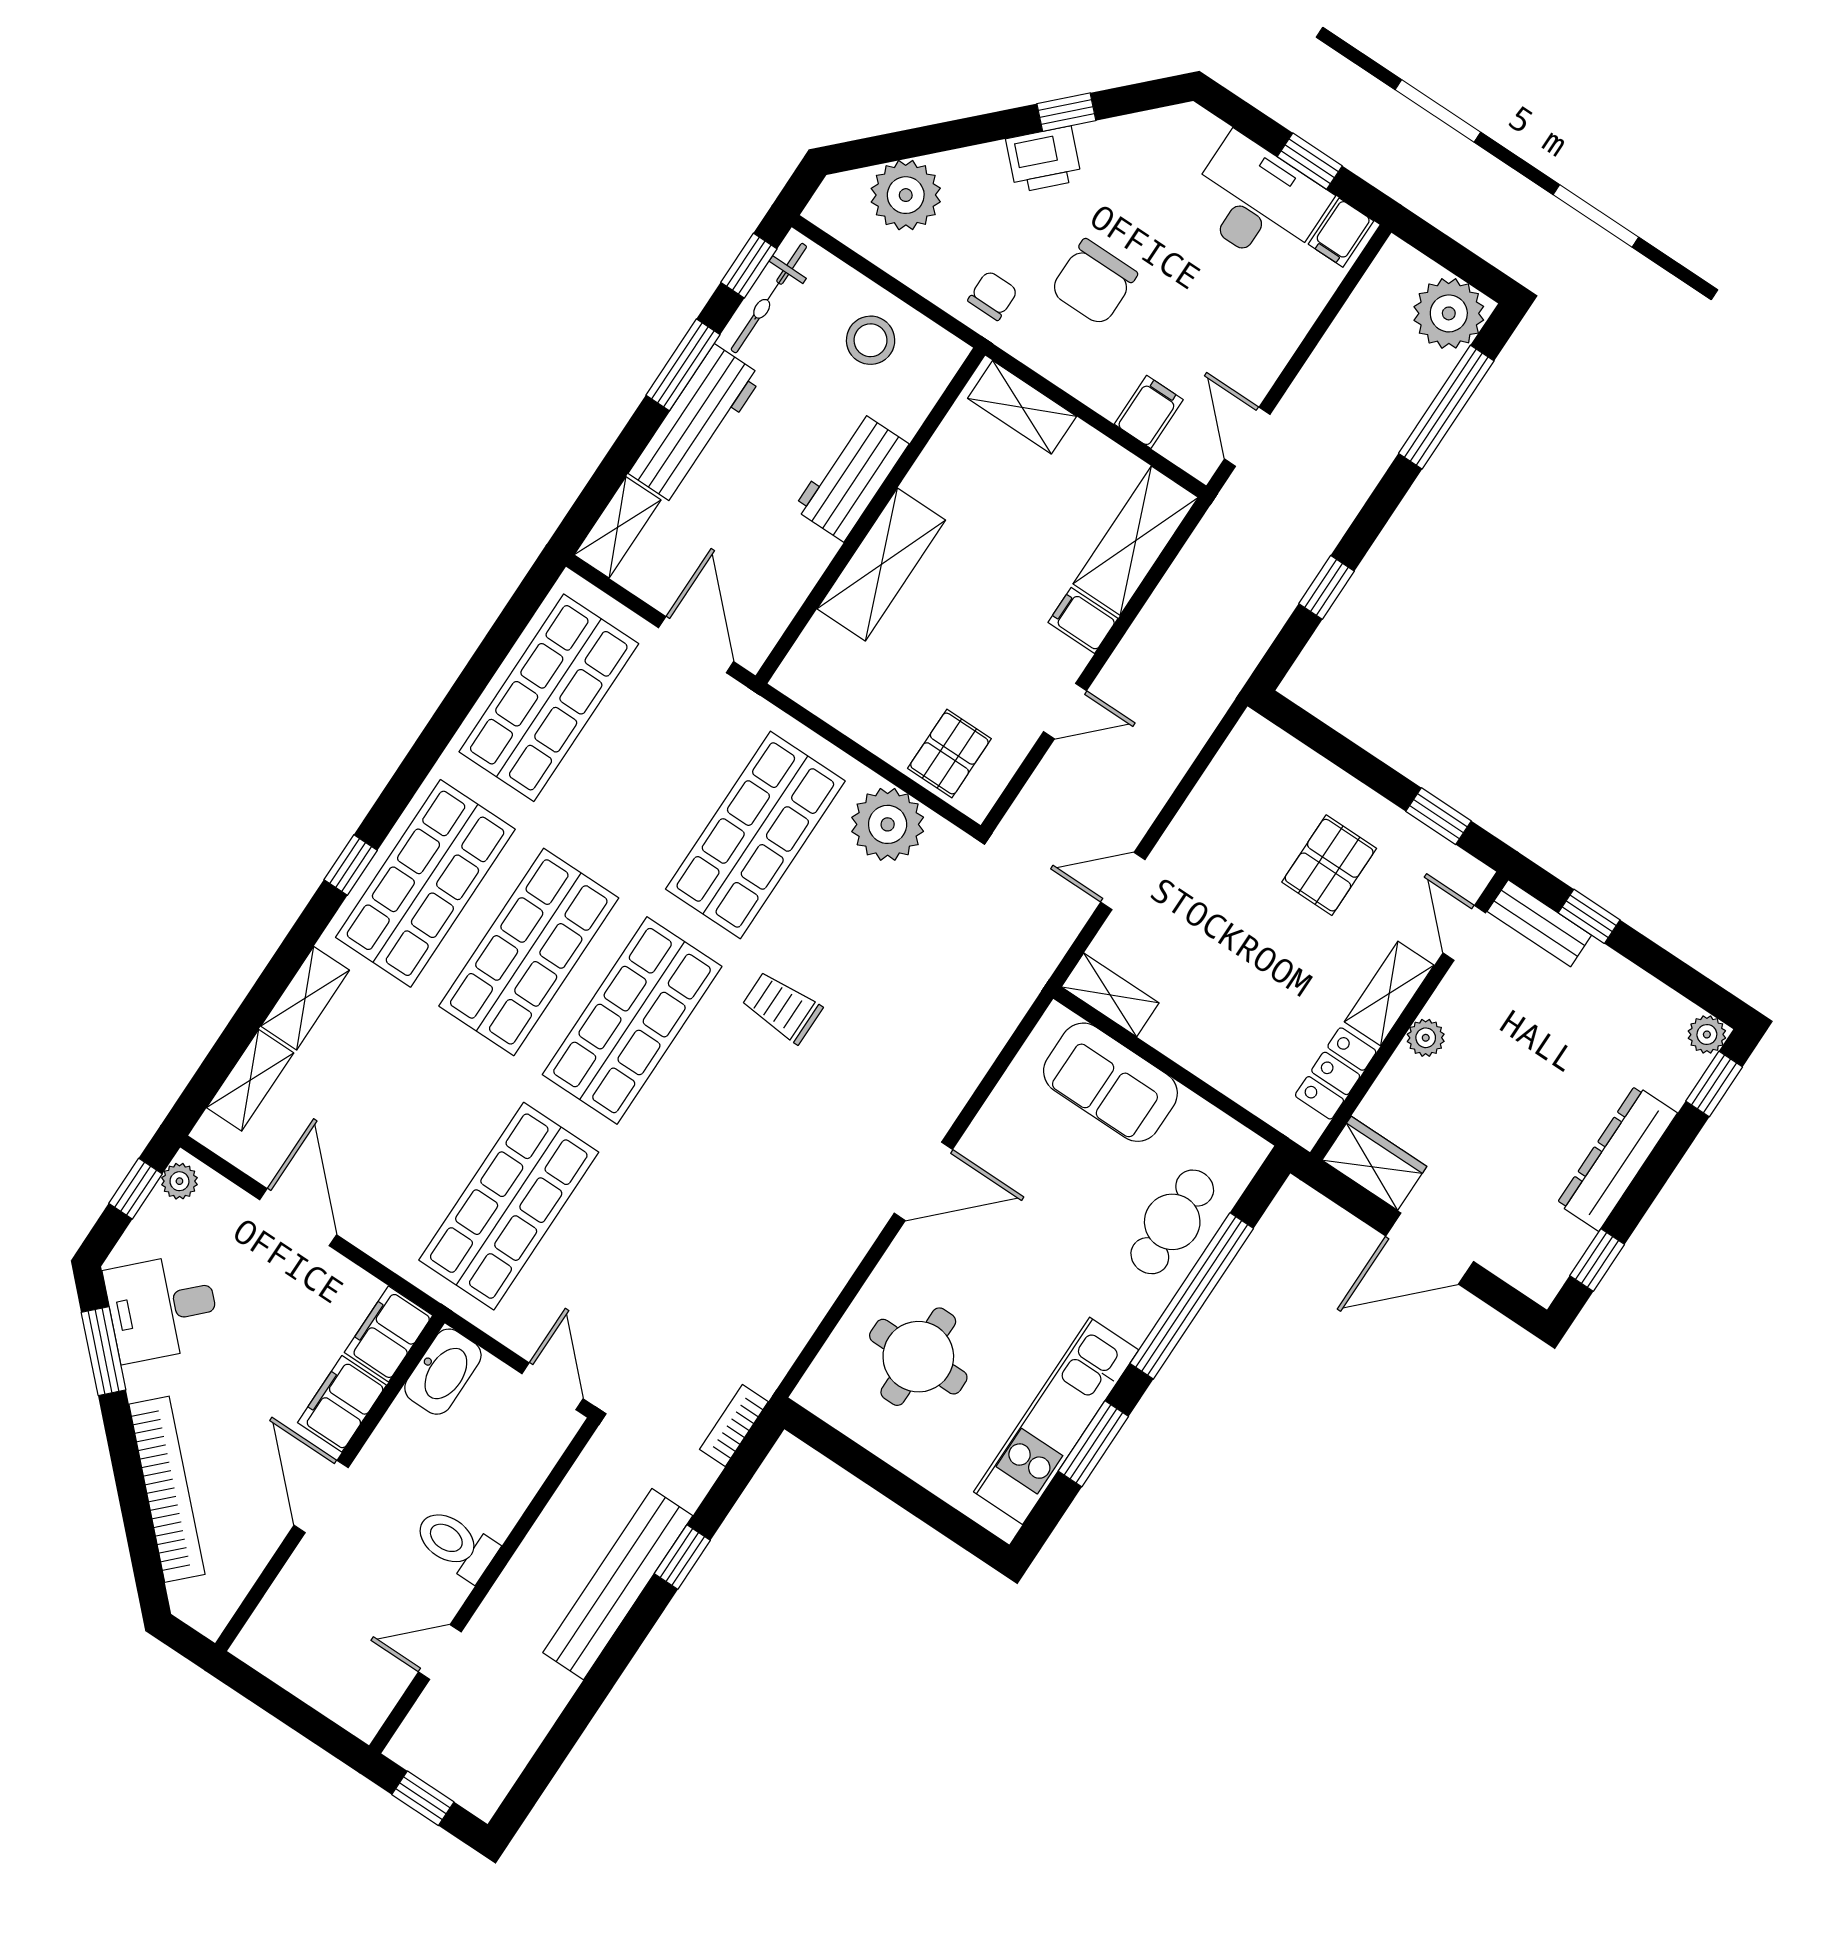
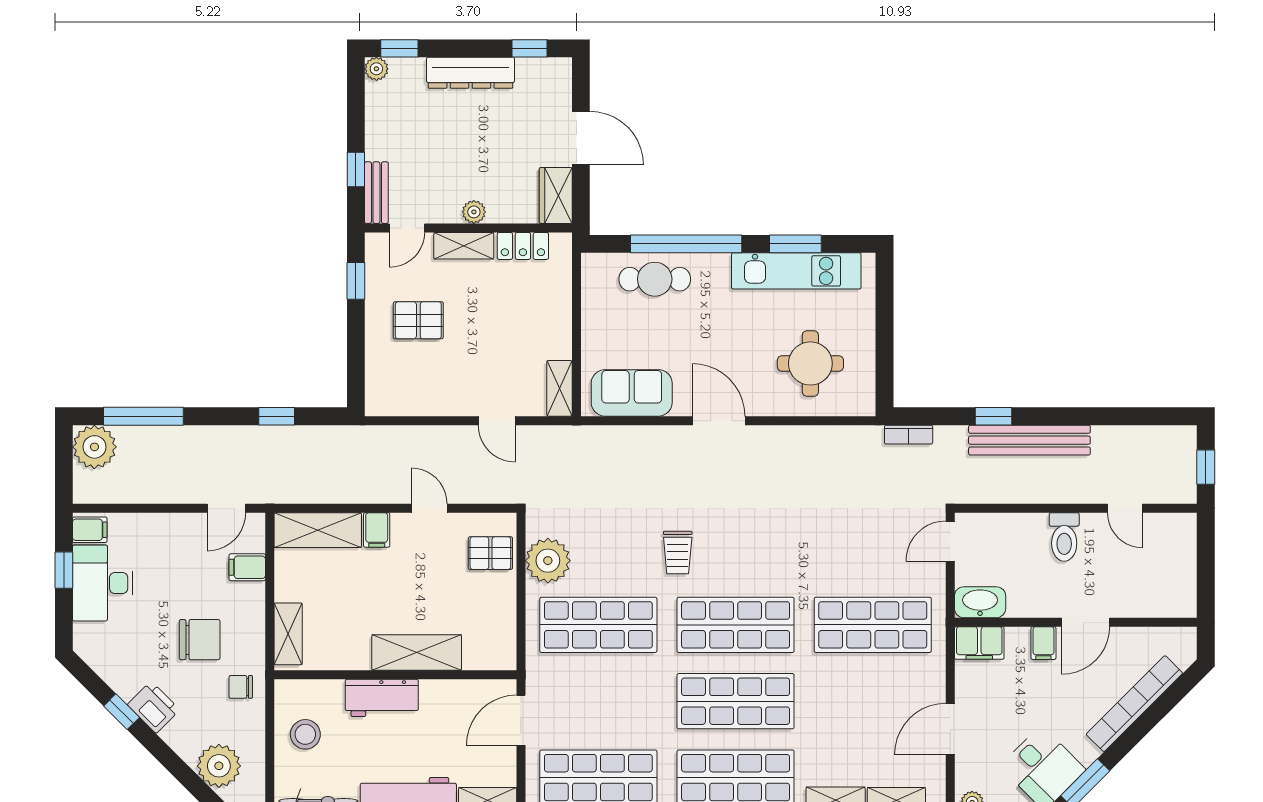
sofa: (1110, 1082) -> (632, 393), moved, turned -90
filing cabinet: (342, 1404) -> (1043, 643), width x0.50

